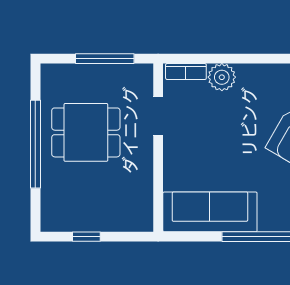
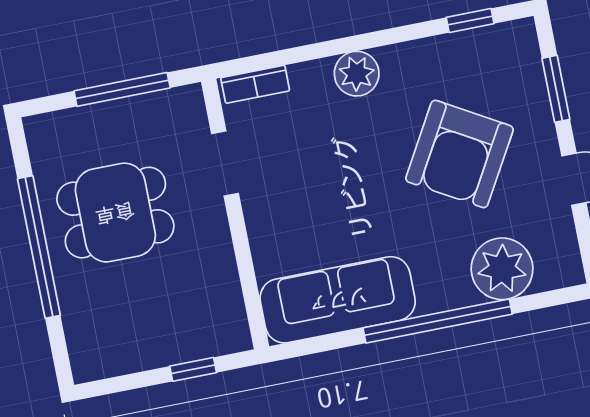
plant: (222, 77) -> (357, 74), moved
window: (86, 237) -> (193, 369), moved

